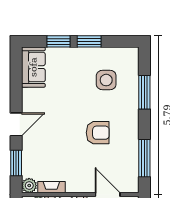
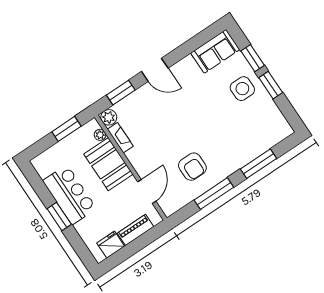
side table: (106, 80) -> (242, 89), moved
armchair: (98, 133) -> (192, 167), moved
window: (144, 158) -> (214, 194), moved

